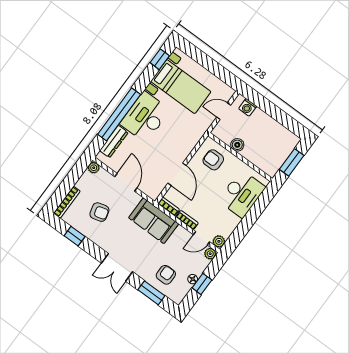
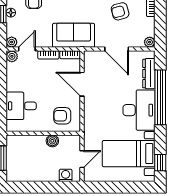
armchair: (213, 160) -> (62, 116), turned 180
desk: (242, 194) -> (21, 106), width x0.73

